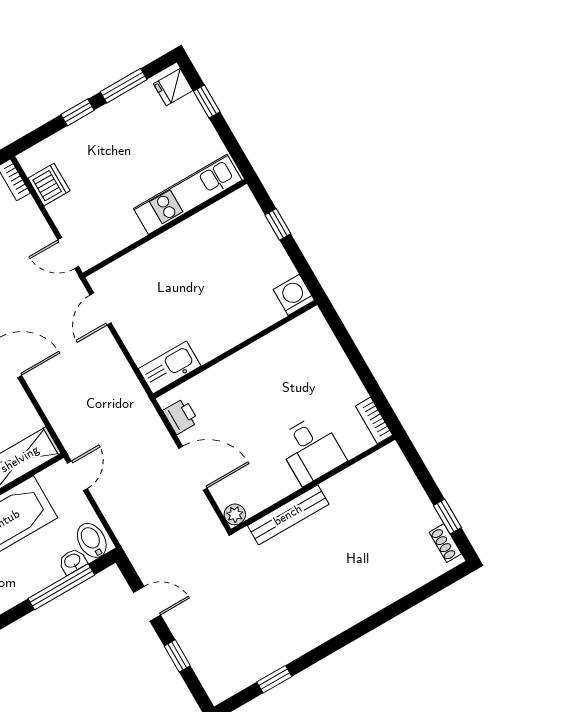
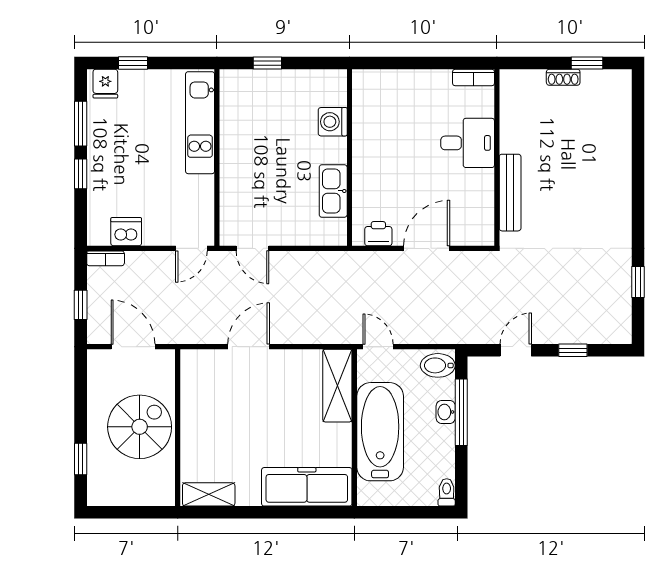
washing machine: (294, 295) -> (333, 122), moved
kitchen sink: (170, 367) -> (333, 191), moved
plant: (235, 514) -> (484, 236), removed
shoe rack: (445, 543) -> (563, 77), moved
washbasin: (73, 561) -> (446, 412), moved

